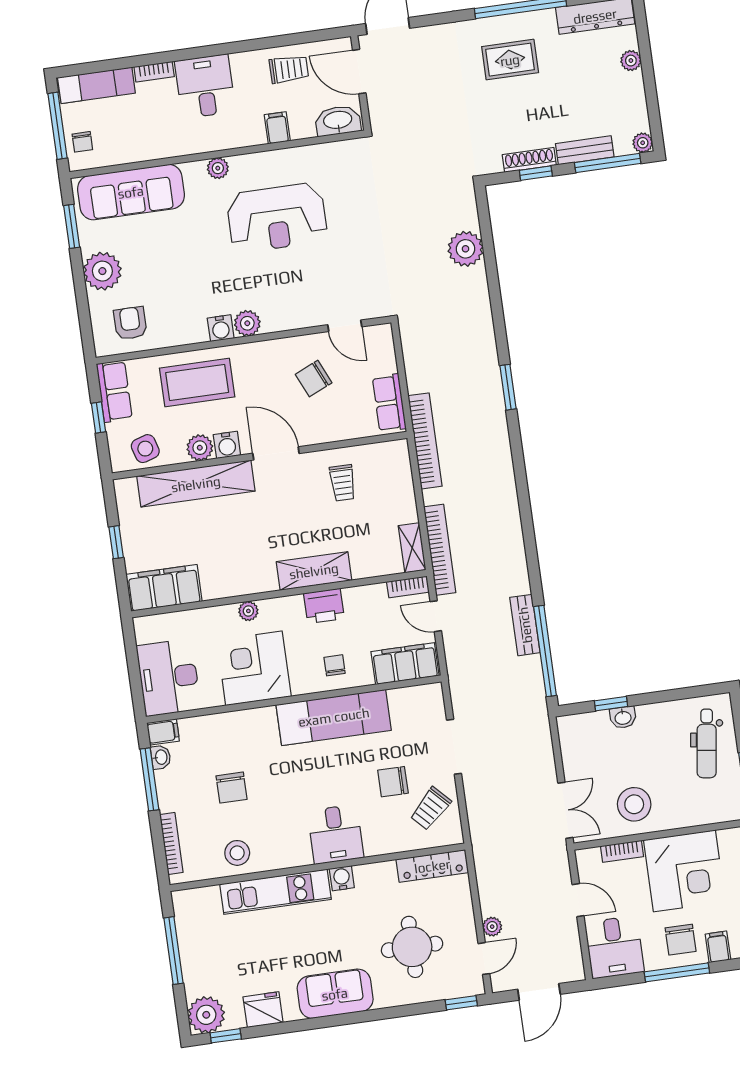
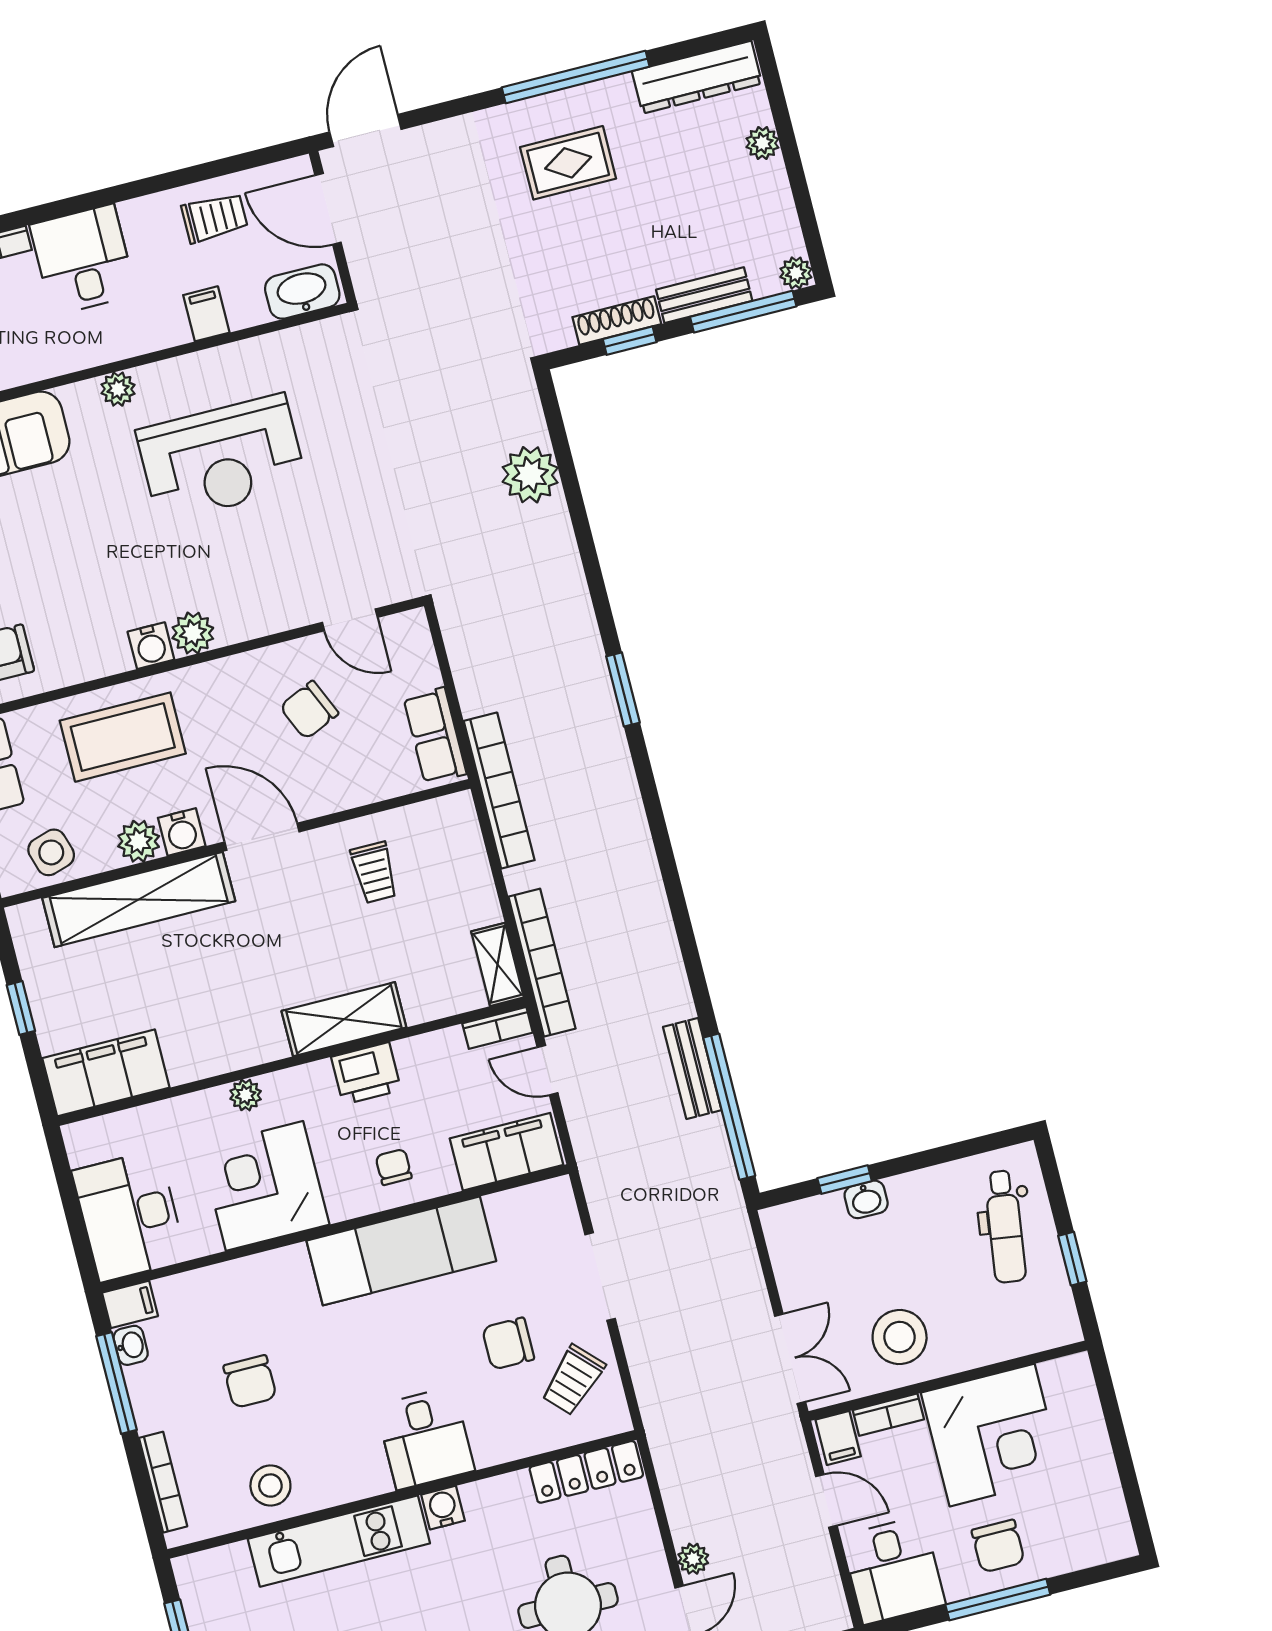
filing cabinet: (718, 947) -> (838, 1438), moved, turned 180

